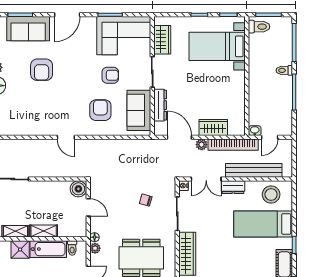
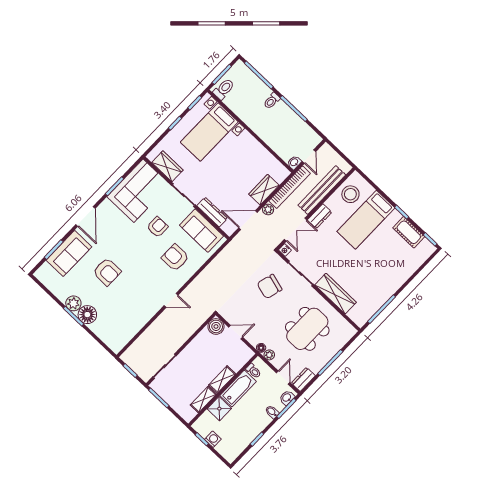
chair: (146, 200) -> (269, 286), width x1.87, depth x1.87

